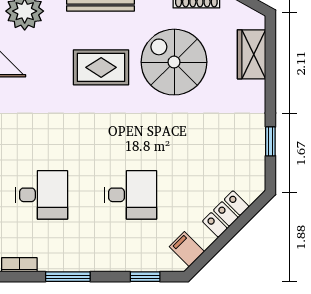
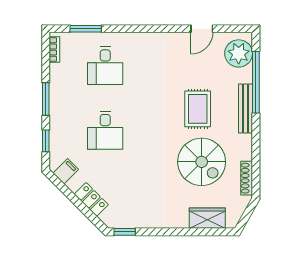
spiral stairs: (174, 62) -> (202, 162), turned 90
window: (270, 141) -> (125, 232), moved
window: (68, 277) -> (46, 99), moved

